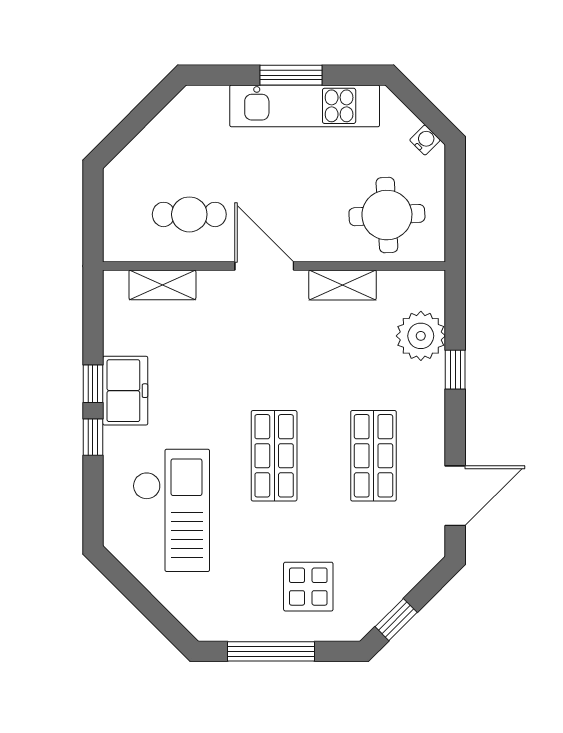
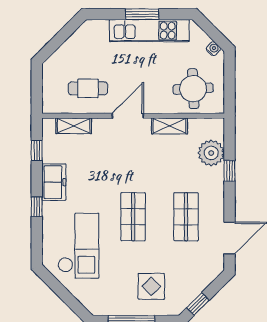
door: (264, 266) -> (128, 116), hinge flipped
window: (93, 384) -> (37, 151), moved

